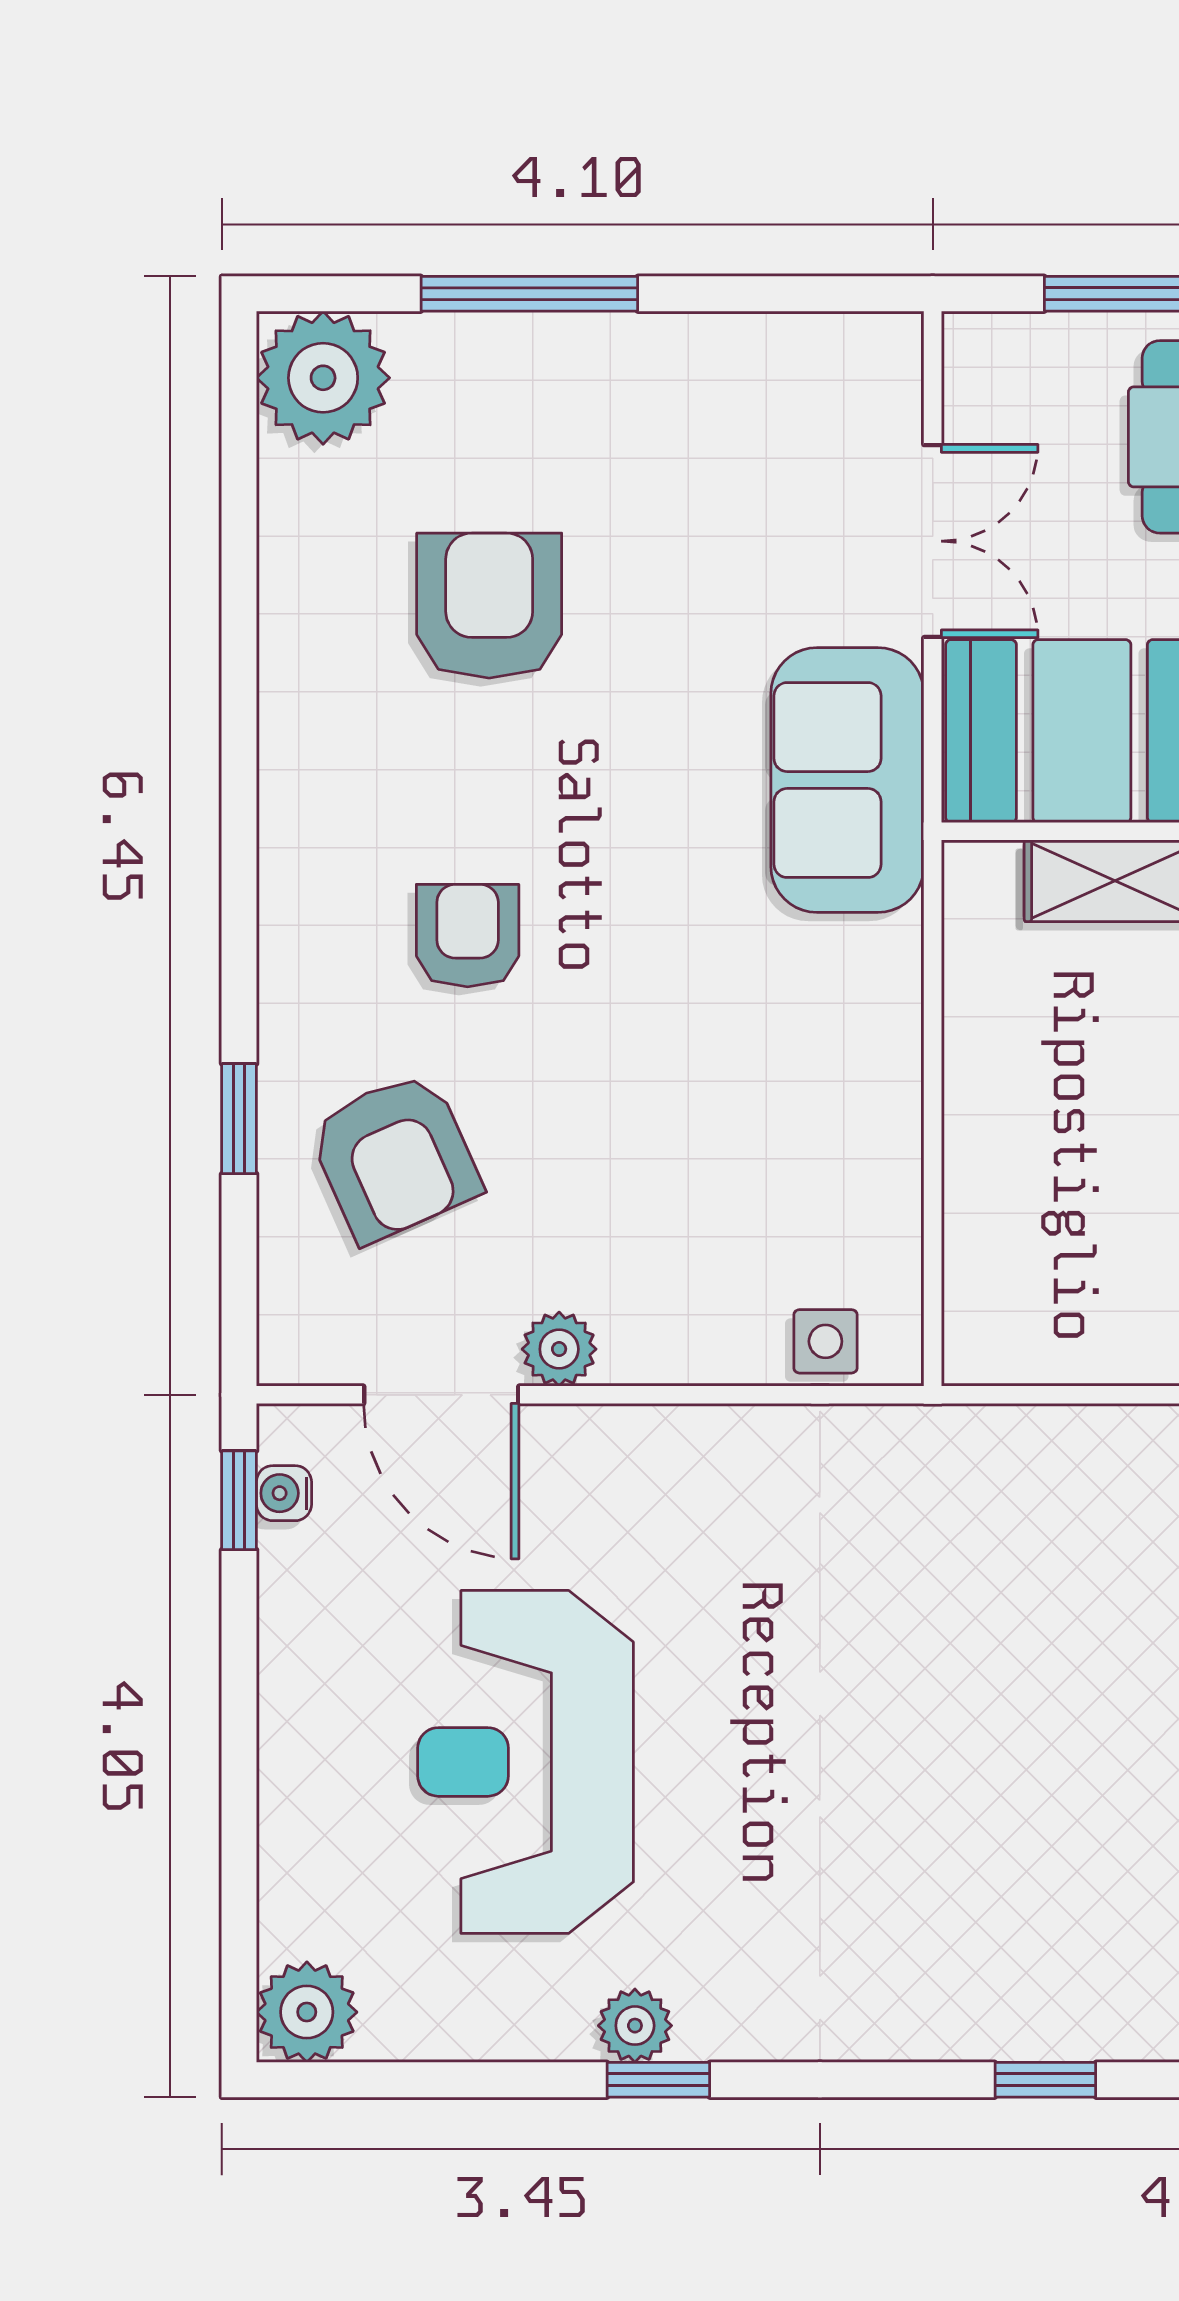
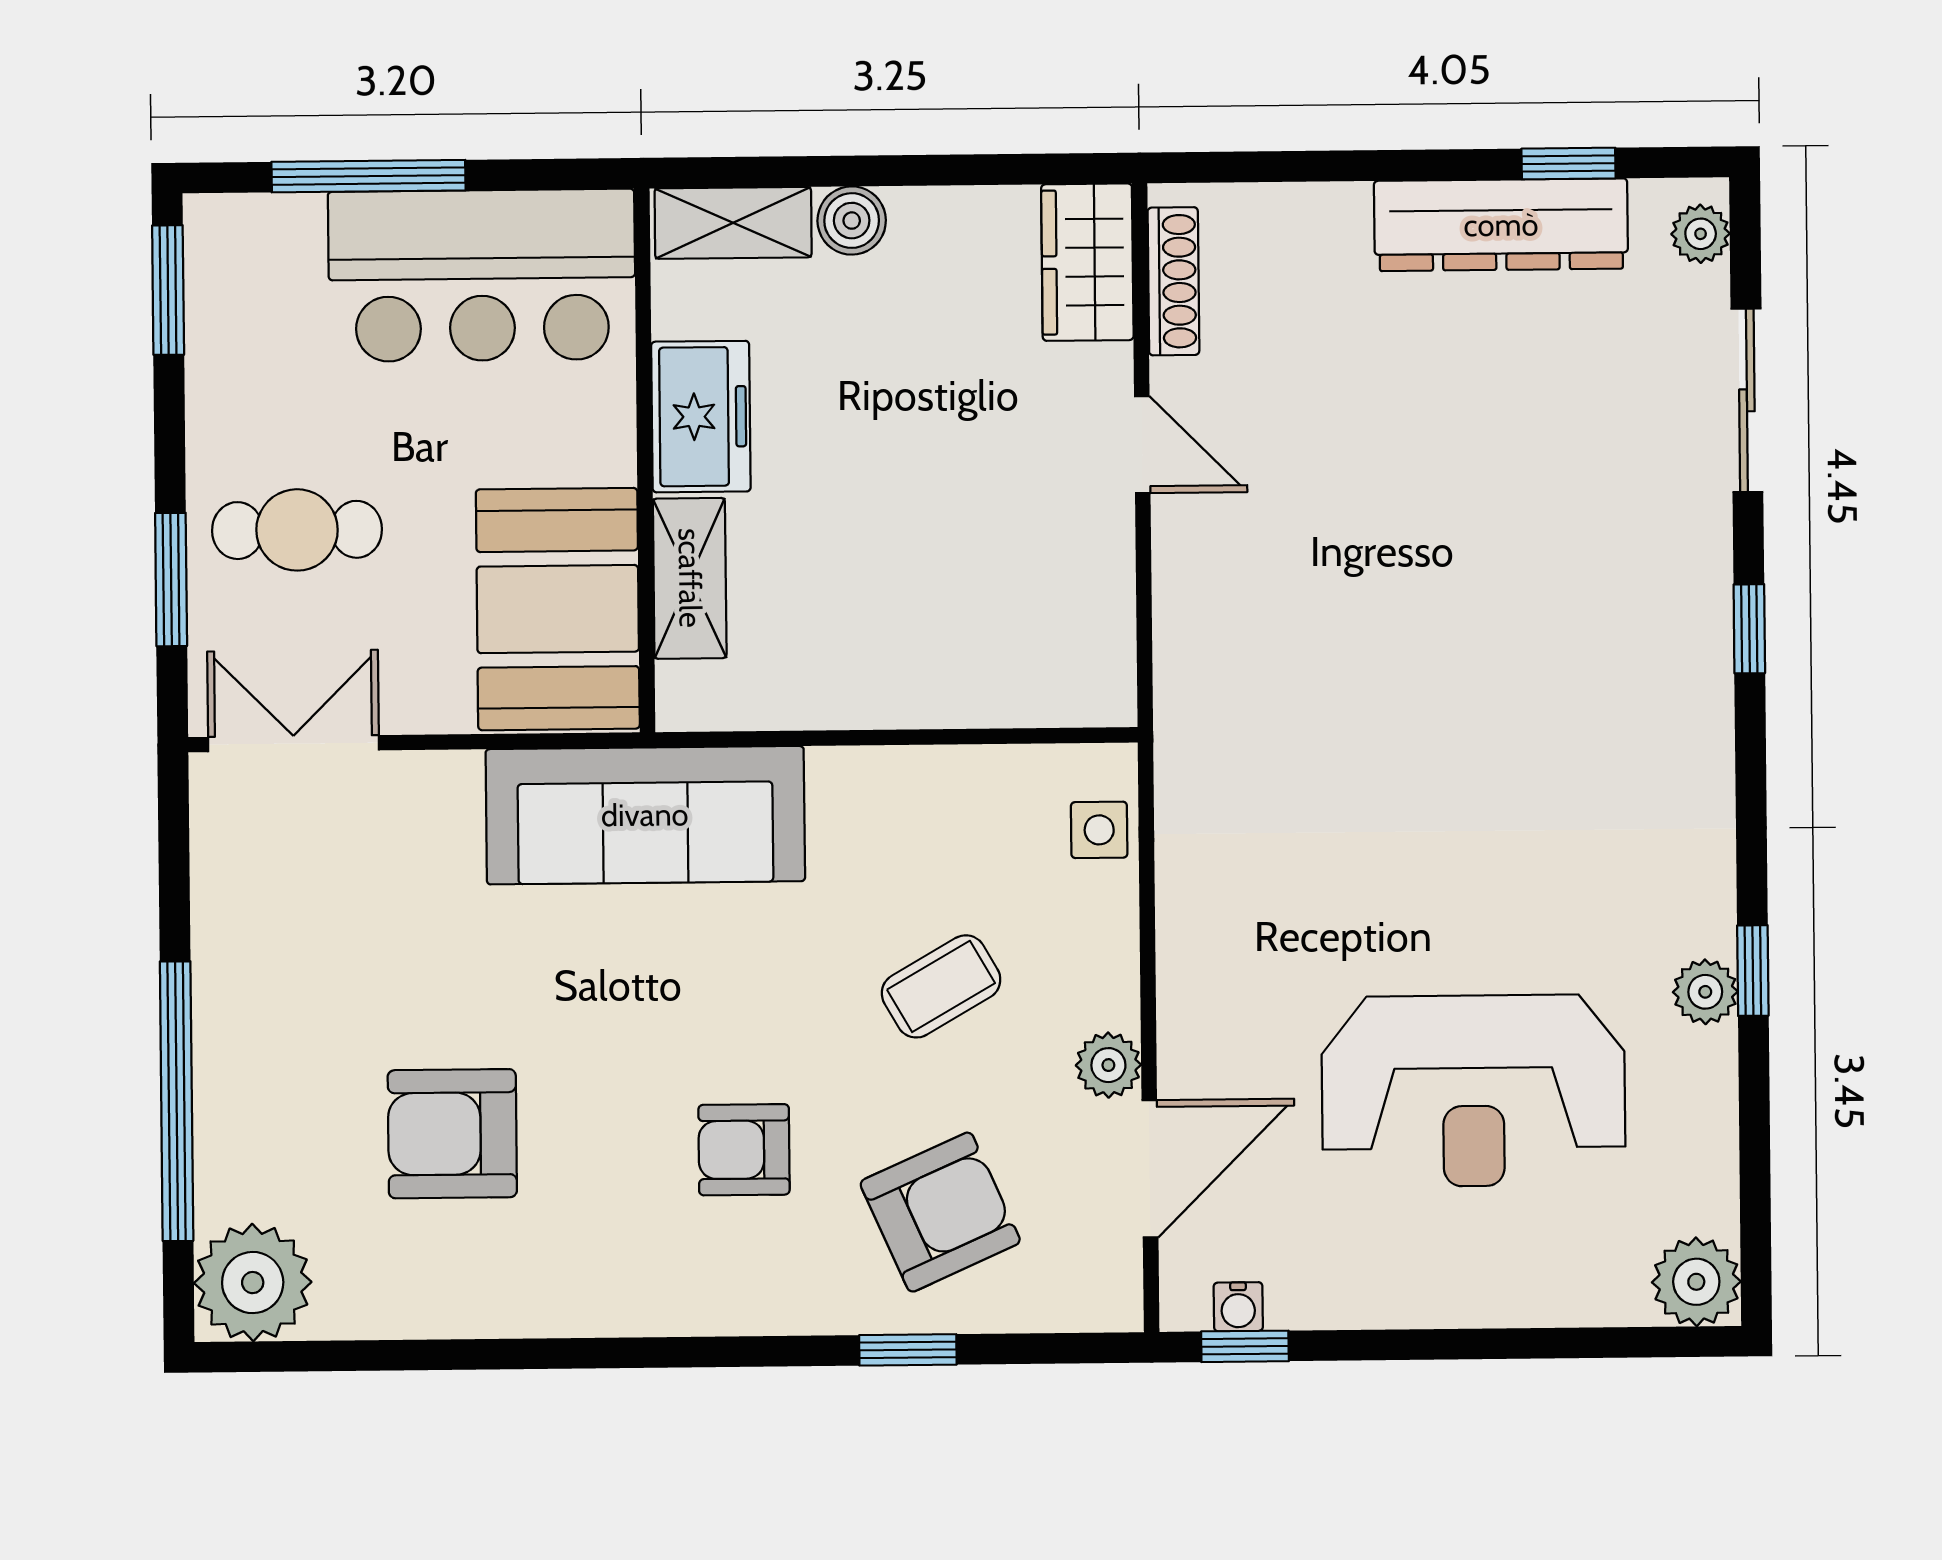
window: (529, 294) -> (177, 1101), width x1.46
double door: (933, 541) -> (293, 744), moved
sofa: (847, 780) -> (645, 815), width x1.36
coffee table: (650, 1160) -> (941, 986), added

